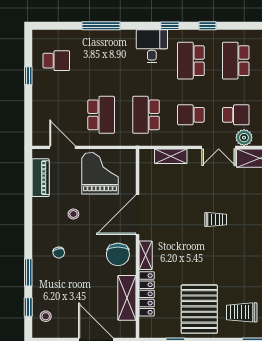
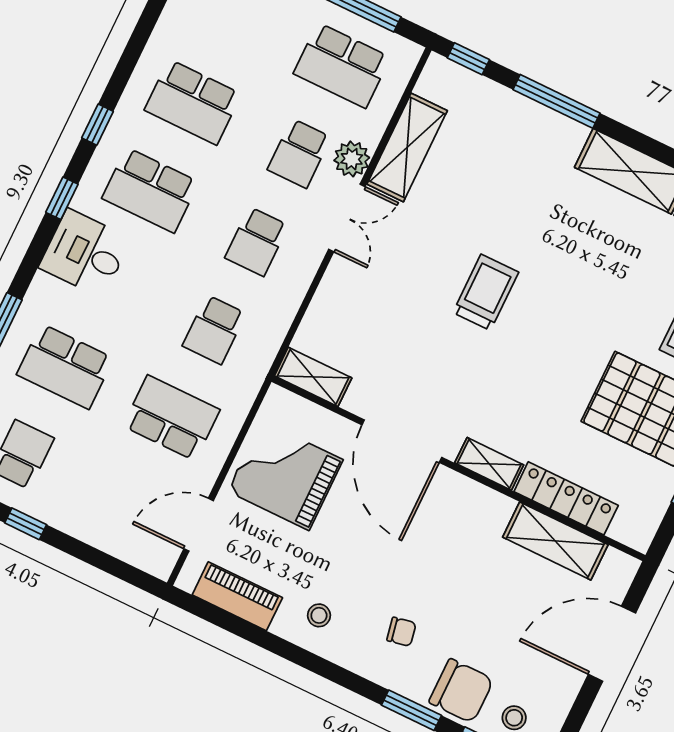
school desk: (101, 61) -> (65, 366), added
school desk: (146, 115) -> (214, 330), width x0.54
school desk: (236, 115) -> (299, 153), turned 180
shelving: (171, 156) -> (313, 377), moved, turned 90
stool: (73, 214) -> (319, 615), moved
trolley: (216, 220) -> (486, 292), width x1.36, depth x1.39
chair: (118, 254) -> (461, 691), moved

